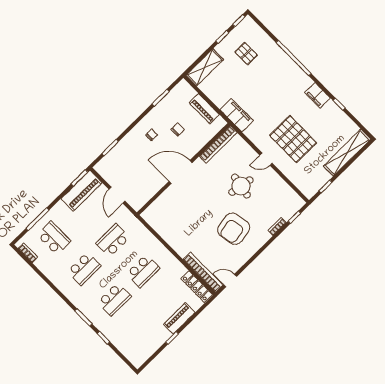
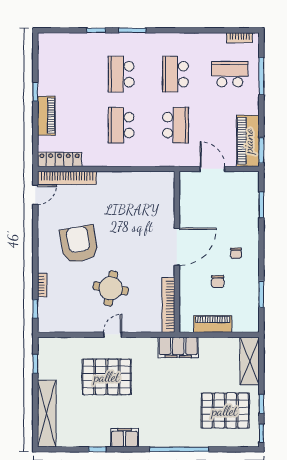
pallet: (246, 54) -> (225, 411), width x2.05, depth x2.00
school desk: (54, 238) -> (230, 74), turned 180

